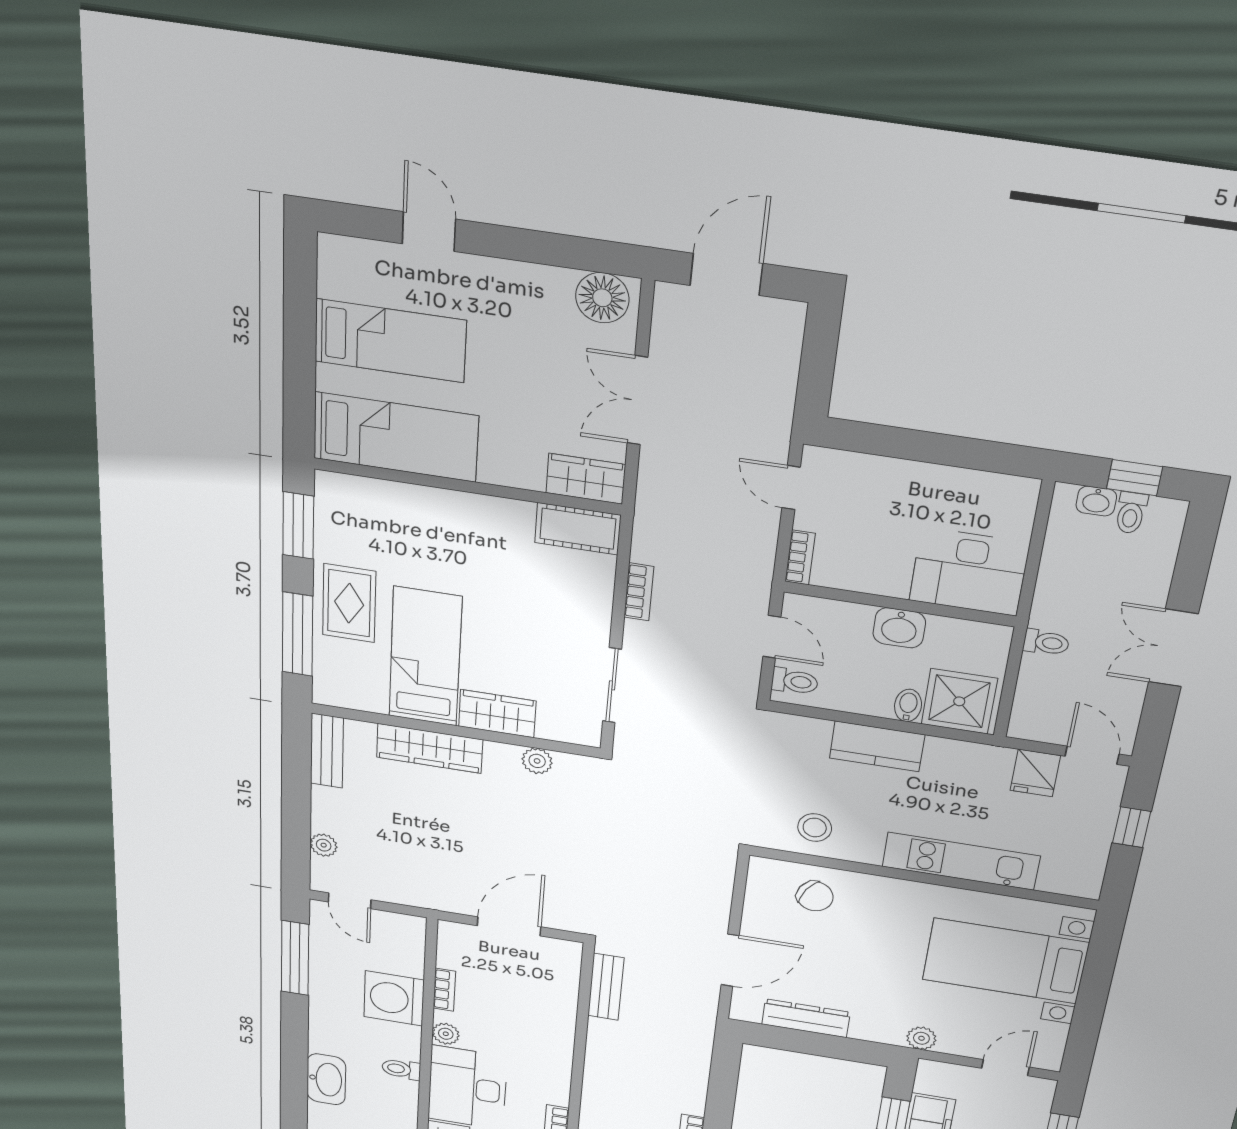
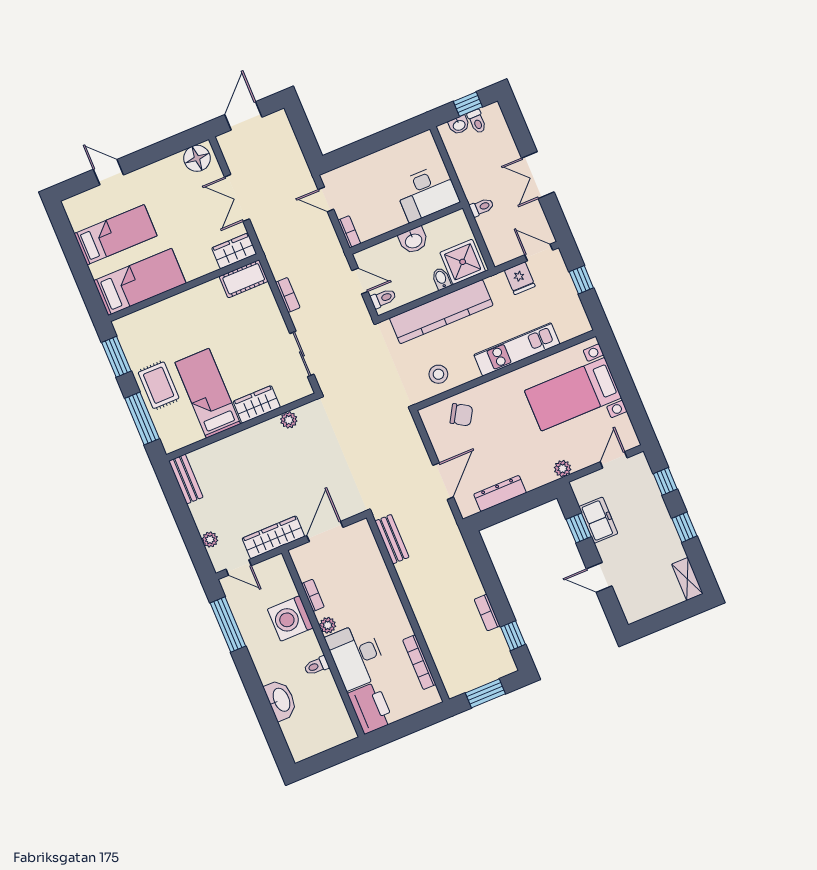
kitchen counter: (877, 746) -> (441, 312), width x2.08, depth x1.17
wardrobe: (429, 748) -> (273, 537), moved, turned 180

